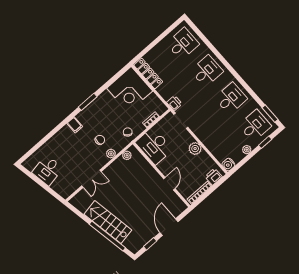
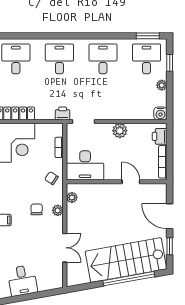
stairs: (108, 222) -> (126, 260), width x1.36, depth x1.51

